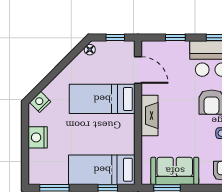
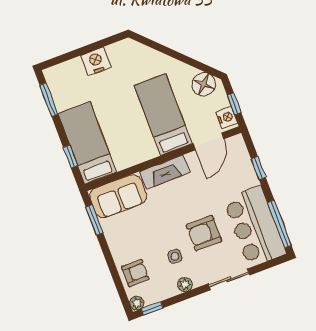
floor lamp: (90, 50) -> (204, 84), width x1.89, depth x1.89
nightstand: (40, 102) -> (227, 117), moved, turned 45
sofa: (175, 171) -> (118, 196), moved, turned 90

